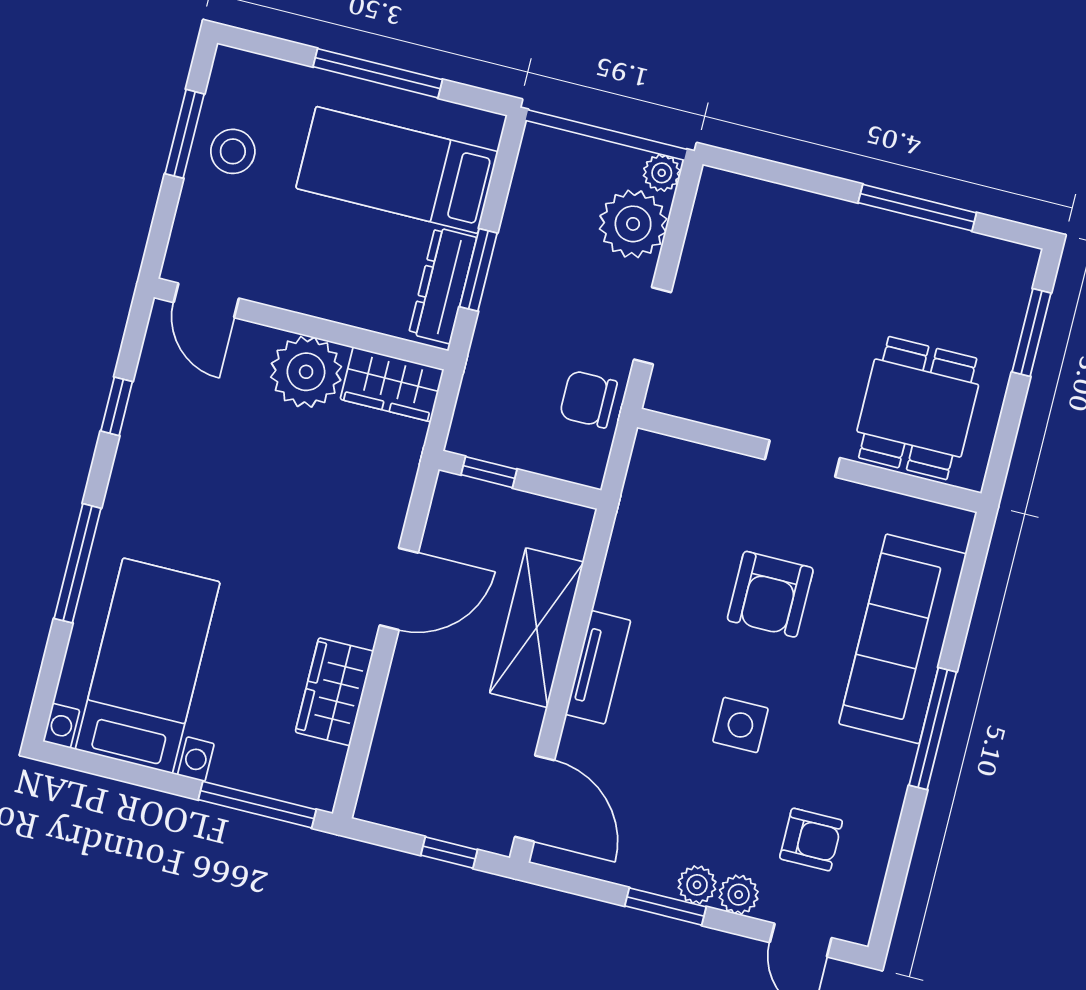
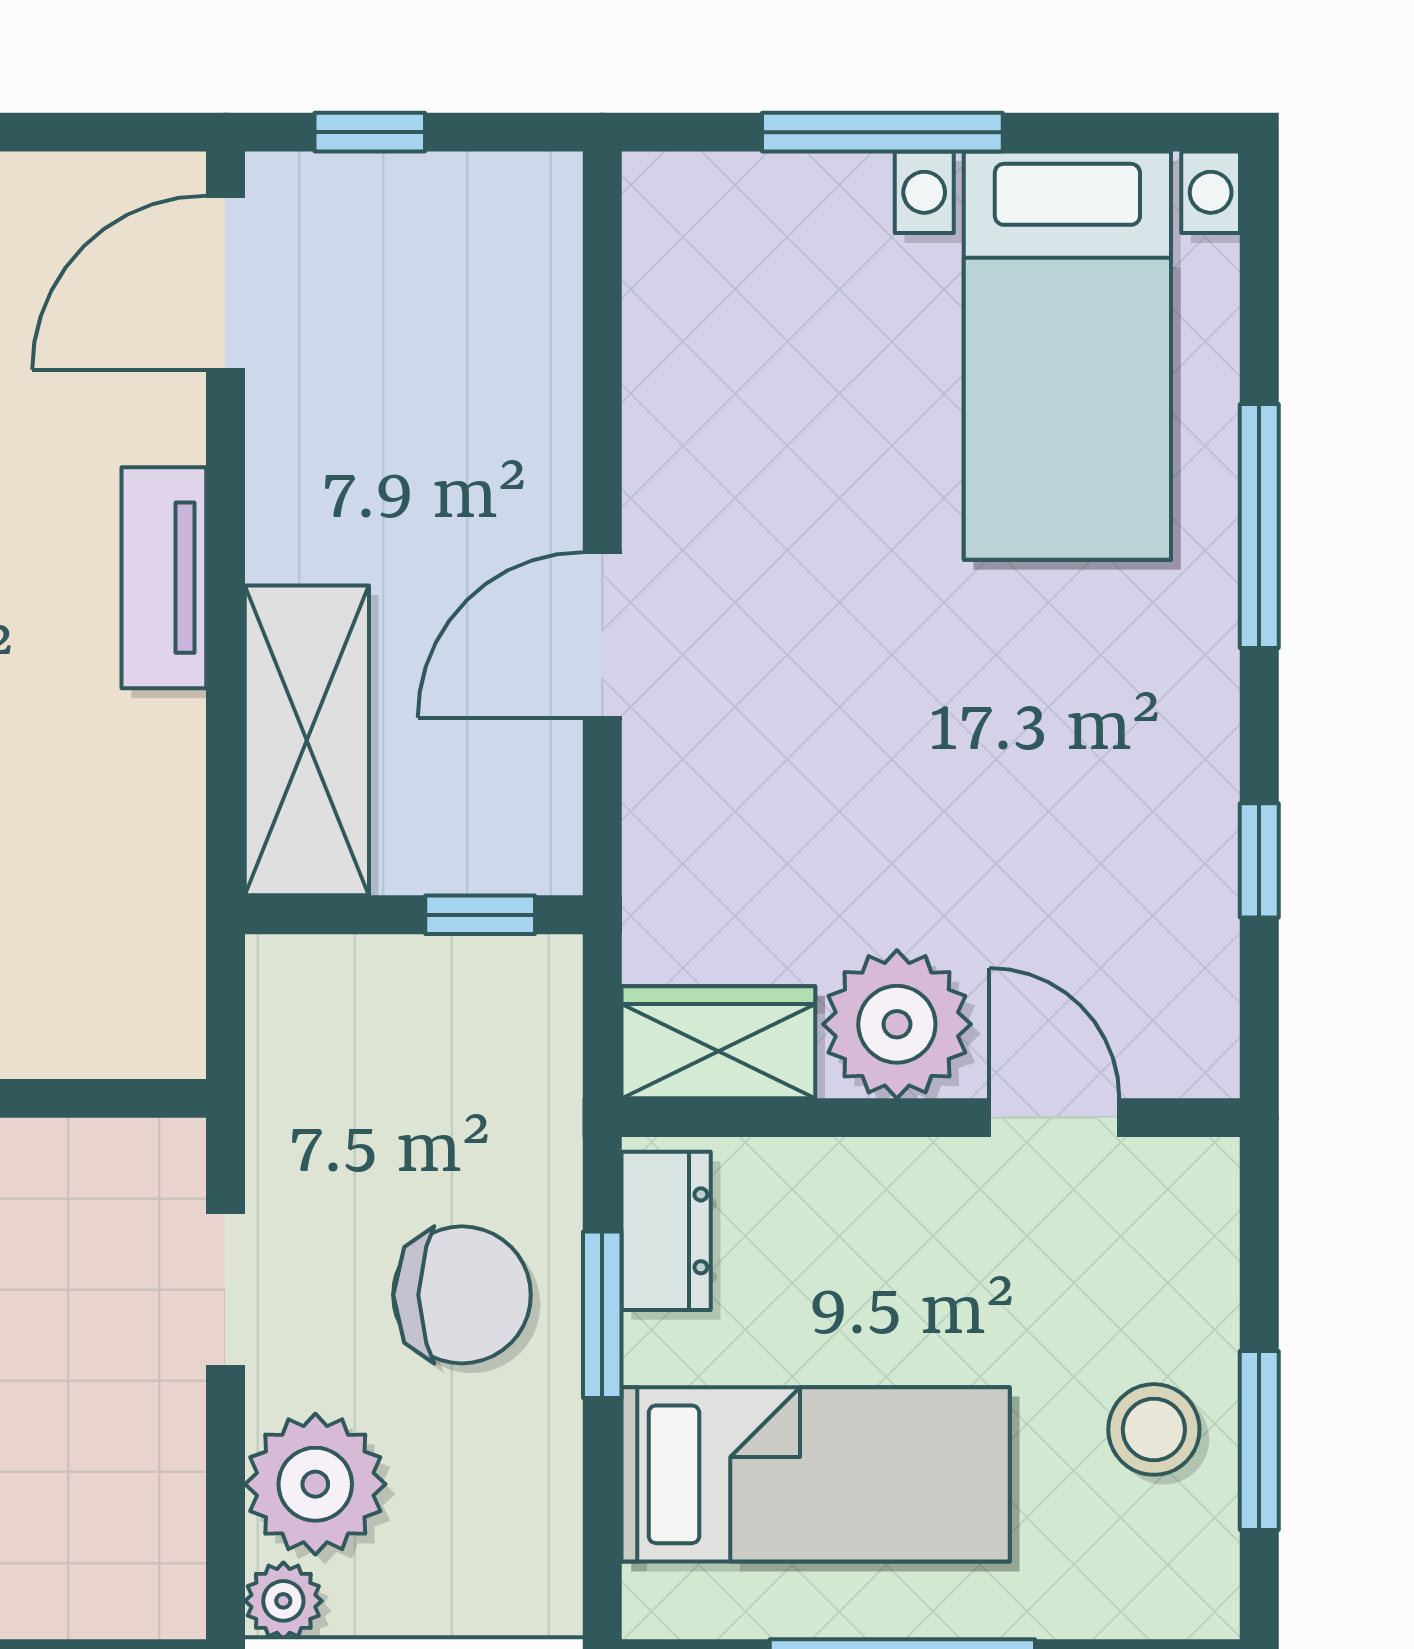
dresser: (443, 286) -> (666, 1231), width x0.70
door: (206, 300) -> (1054, 1118), moved
chair: (588, 399) -> (462, 1295), moved, width x1.37, depth x1.37
shelving: (537, 628) -> (307, 740), moved
wardrobe: (334, 692) -> (680, 397), removed
door: (535, 799) -> (225, 283), hinge flipped
window: (257, 805) -> (882, 132), moved

